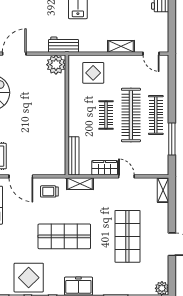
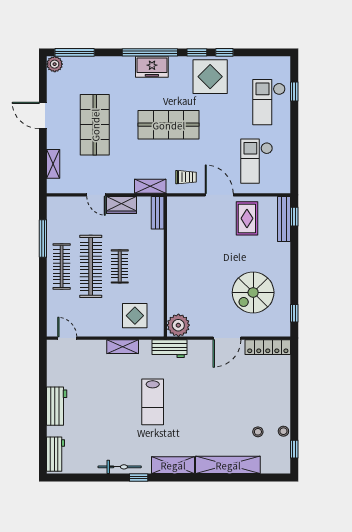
shelving: (121, 46) -> (123, 347), moved
bench: (74, 156) -> (158, 213), width x0.73
shelving: (163, 190) -> (53, 164), moved

